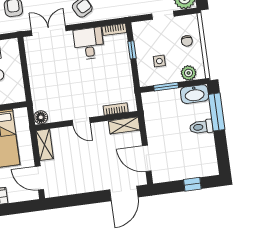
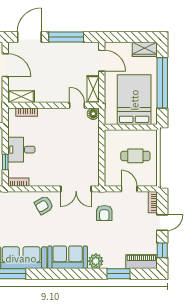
desk: (89, 43) -> (21, 150), moved, turned 90
door: (81, 122) -> (77, 105), moved
window: (83, 199) -> (66, 37), added

